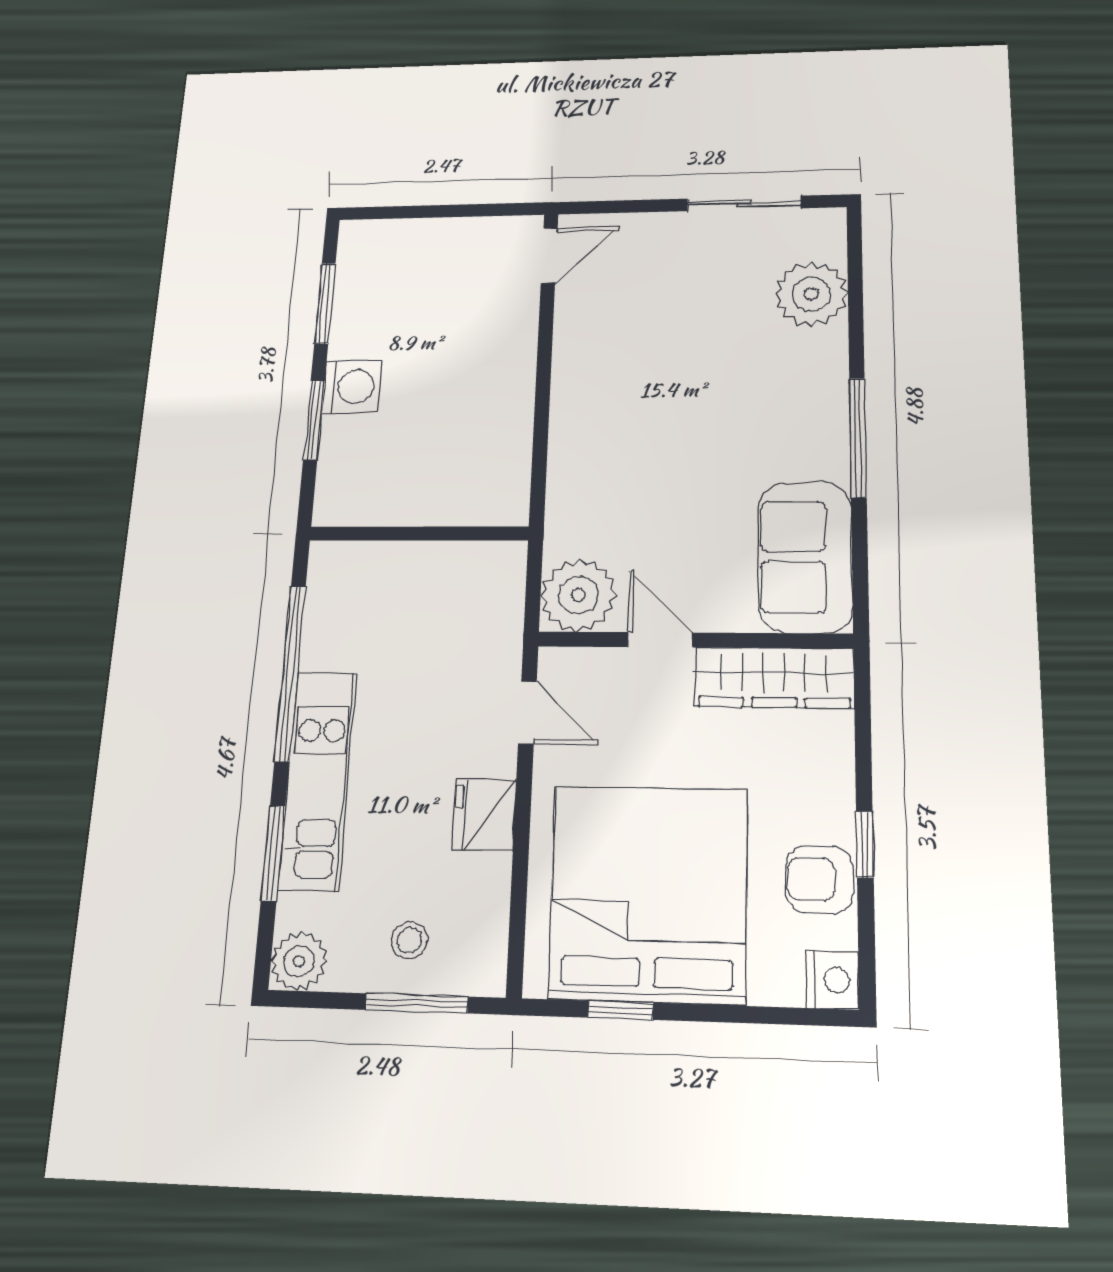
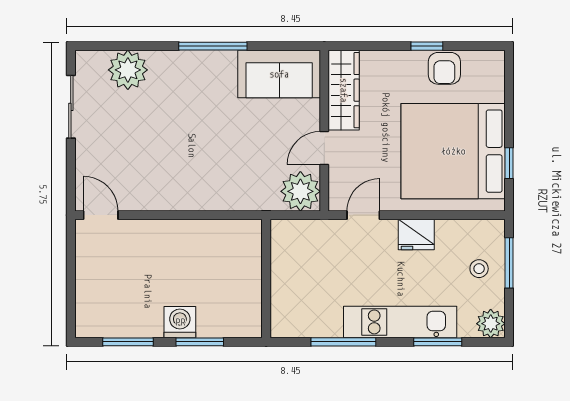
window: (290, 672) -> (343, 342), width x0.68
nightstand: (833, 980) -> (492, 62), removed

